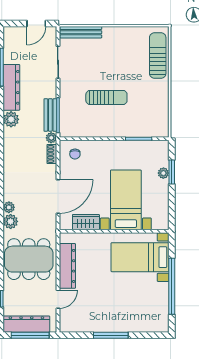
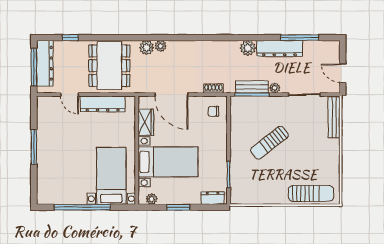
sun lounger: (106, 97) -> (269, 143), turned 52
plant: (51, 138) -> (275, 88), moved
dresser: (162, 155) -> (213, 198), added
window: (172, 172) -> (178, 207), moved
plant: (163, 173) -> (152, 199), moved

